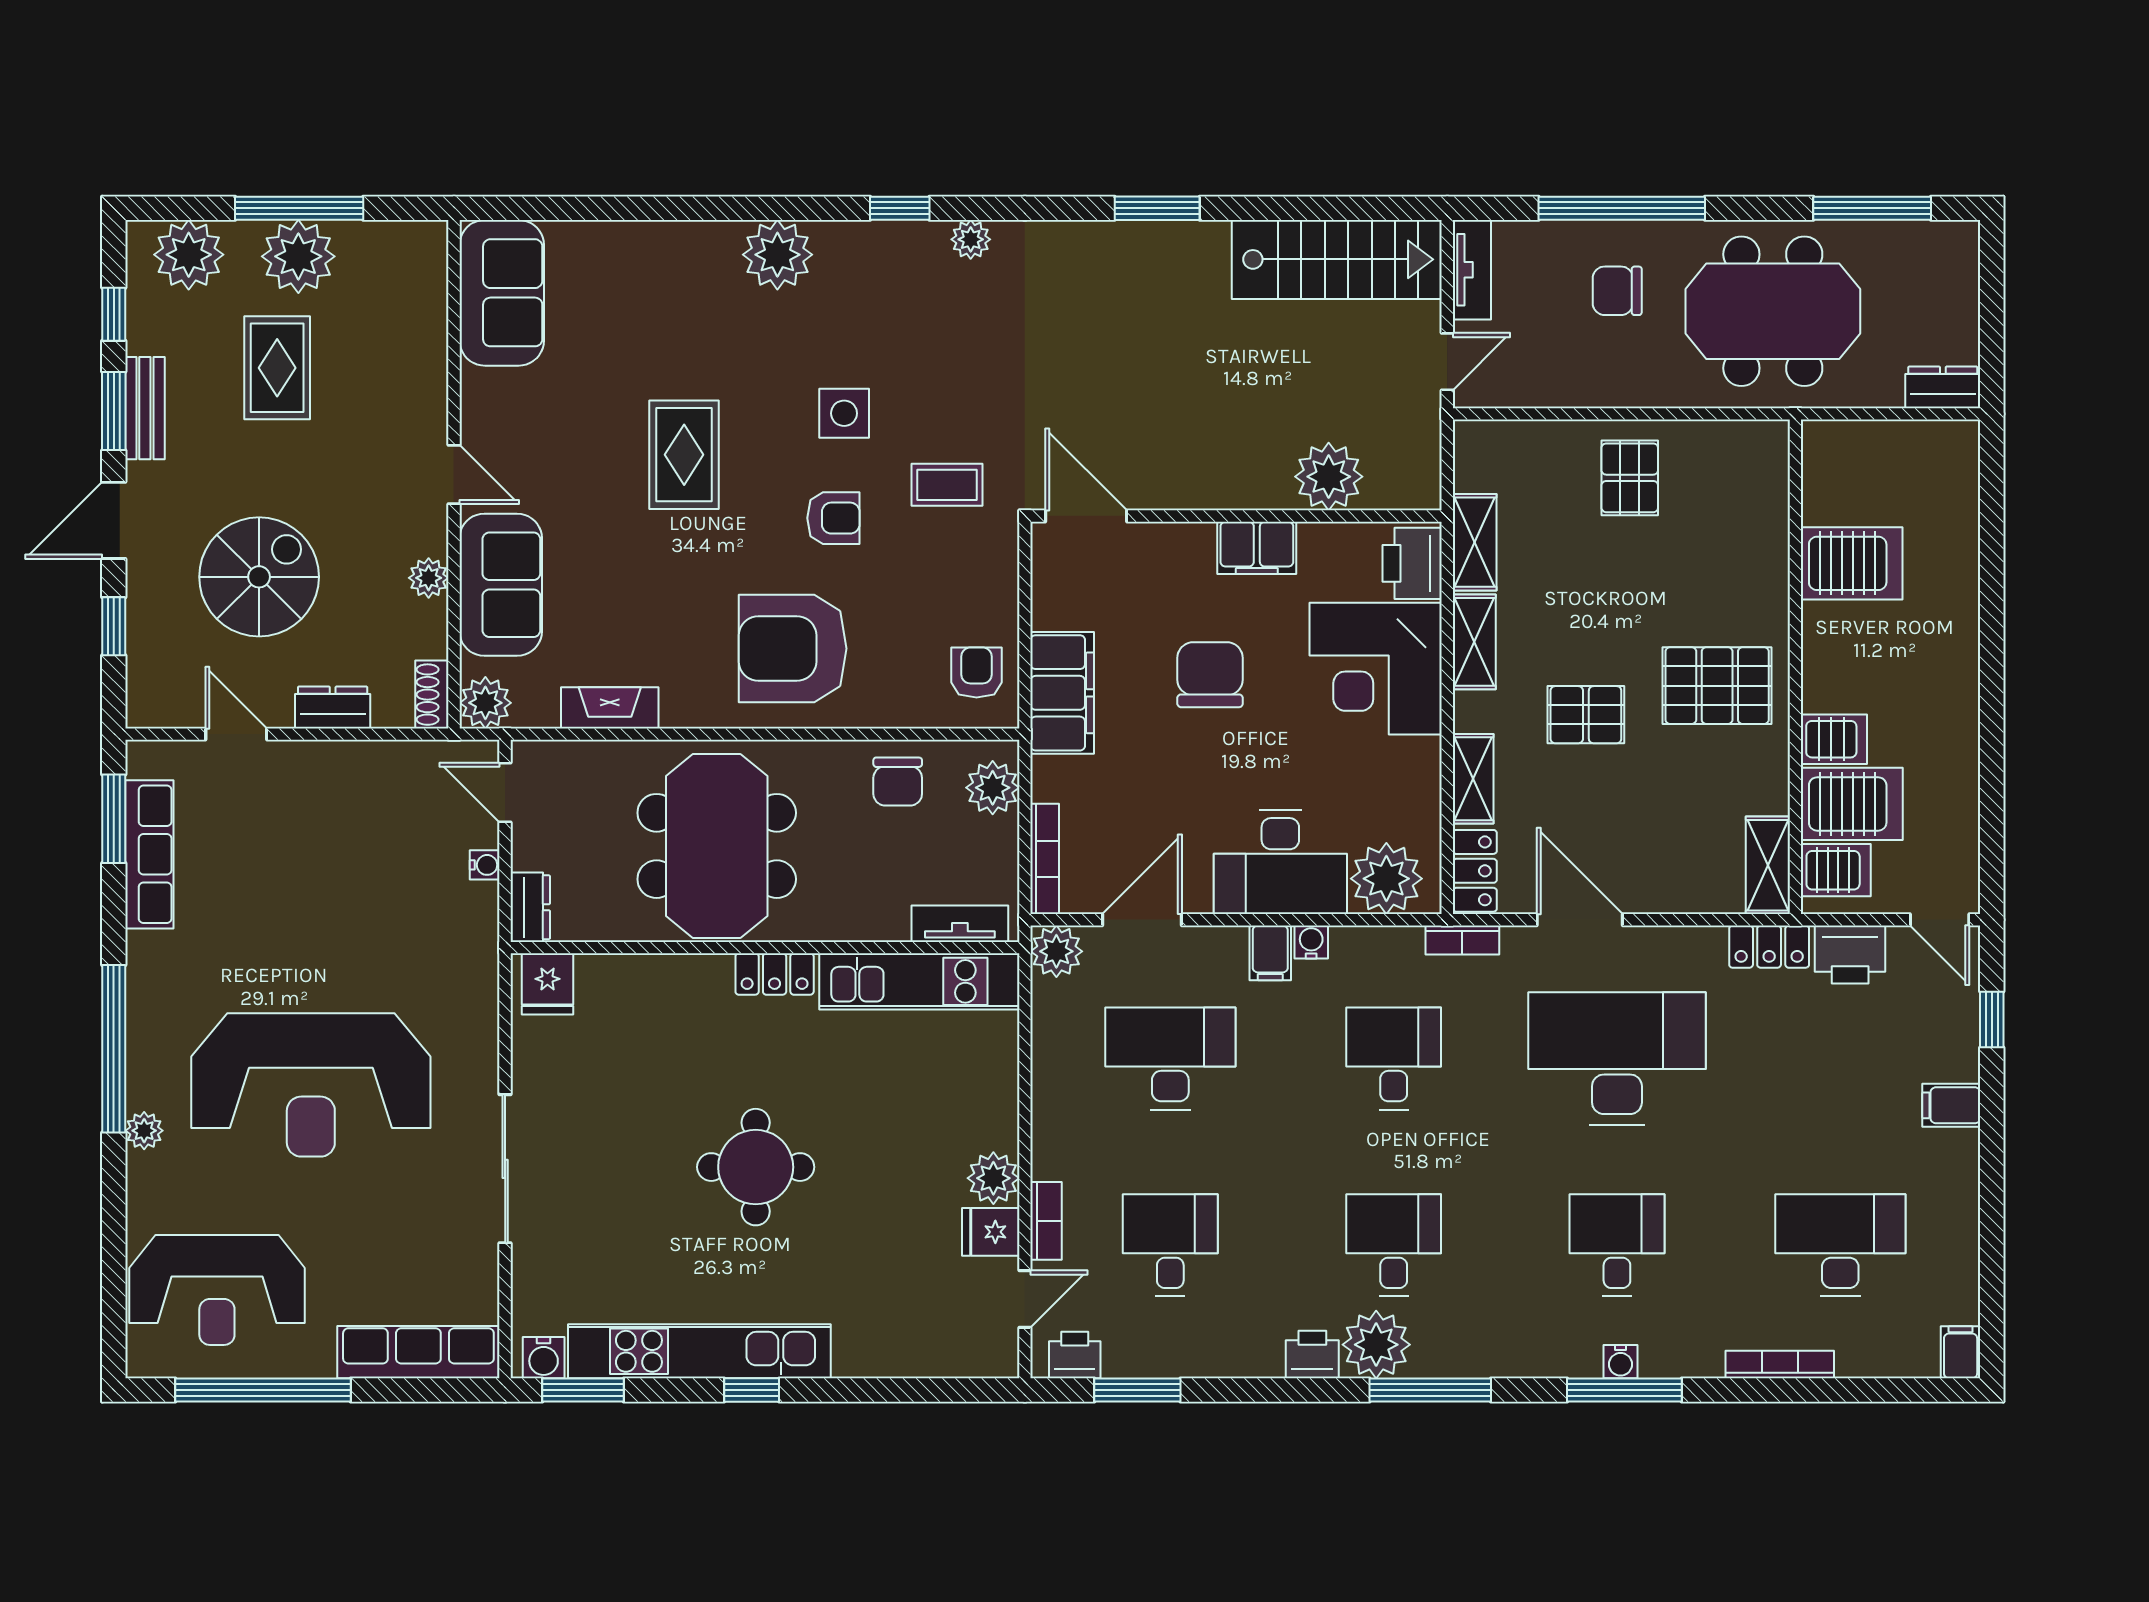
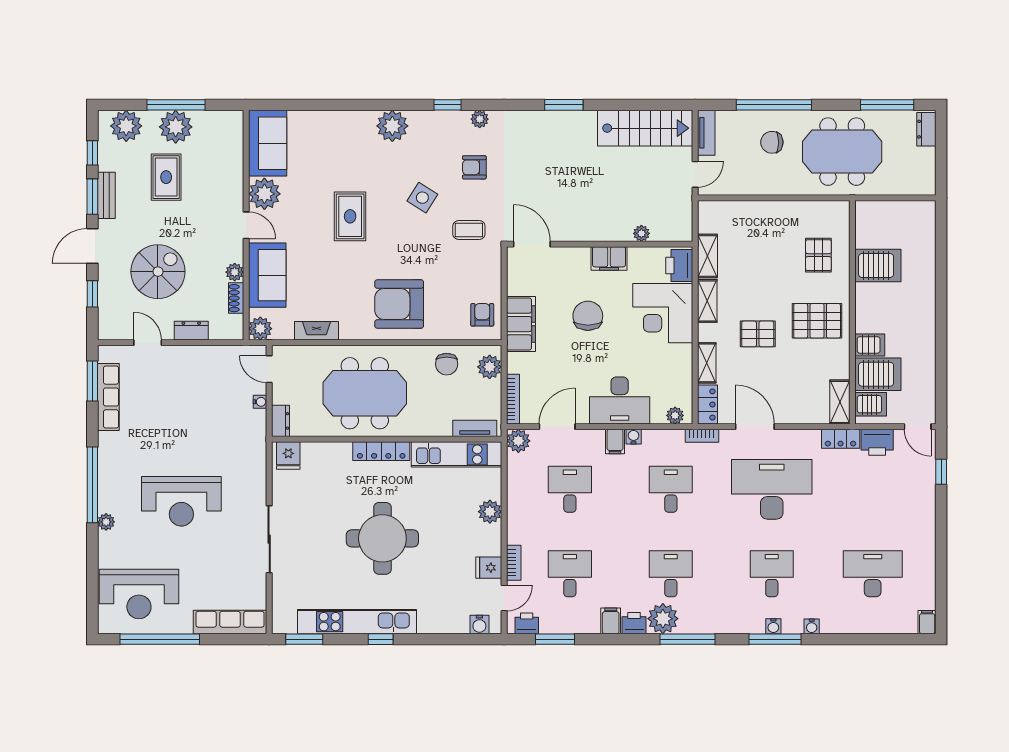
dresser: (1943, 387) -> (926, 129), moved, turned -90
plant: (495, 405) -> (264, 194), added
side table: (844, 413) -> (422, 198), turned 32
plant: (1329, 477) -> (641, 233), width x0.53, depth x0.53
pallet: (1630, 478) -> (818, 255), moved
armchair: (833, 518) -> (474, 167), moved, turned 180
shoe rack: (432, 695) -> (236, 298), moved
meeting table: (717, 846) -> (365, 393), turned 90
plant: (1386, 879) -> (675, 415), width x0.53, depth x0.53
locker: (775, 974) -> (381, 451), width x1.53
desk: (1170, 1058) -> (570, 489), width x0.73
reception desk: (311, 1085) -> (181, 501), width x0.74, depth x0.77
filing cabinet: (1951, 1105) -> (611, 621), moved, turned 90
round table: (756, 1167) -> (382, 538), width x1.36, depth x1.36
plant: (993, 1178) -> (490, 512), moved
water cooler: (544, 1358) -> (479, 625), moved
water cooler: (1705, 1362) -> (812, 626), added
bookcase: (1780, 1365) -> (845, 628), removed

